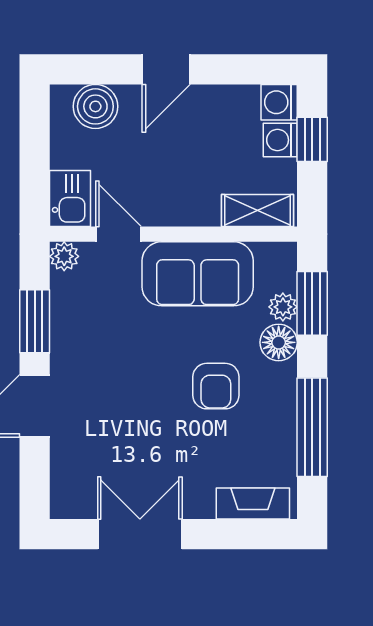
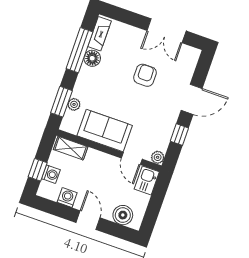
door: (166, 69) -> (88, 220), hinge flipped
washing machine: (279, 102) -> (67, 197), moved, turned -90
window: (35, 321) -> (179, 135), width x0.67
floor lamp: (279, 342) -> (92, 58), moved
armchair: (216, 386) -> (145, 75), moved
fireplace: (253, 503) -> (99, 34), moved, turned -90

